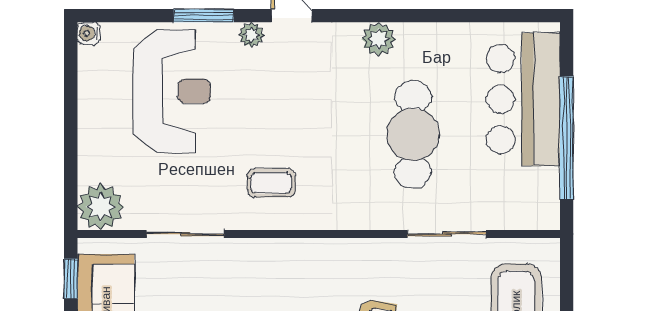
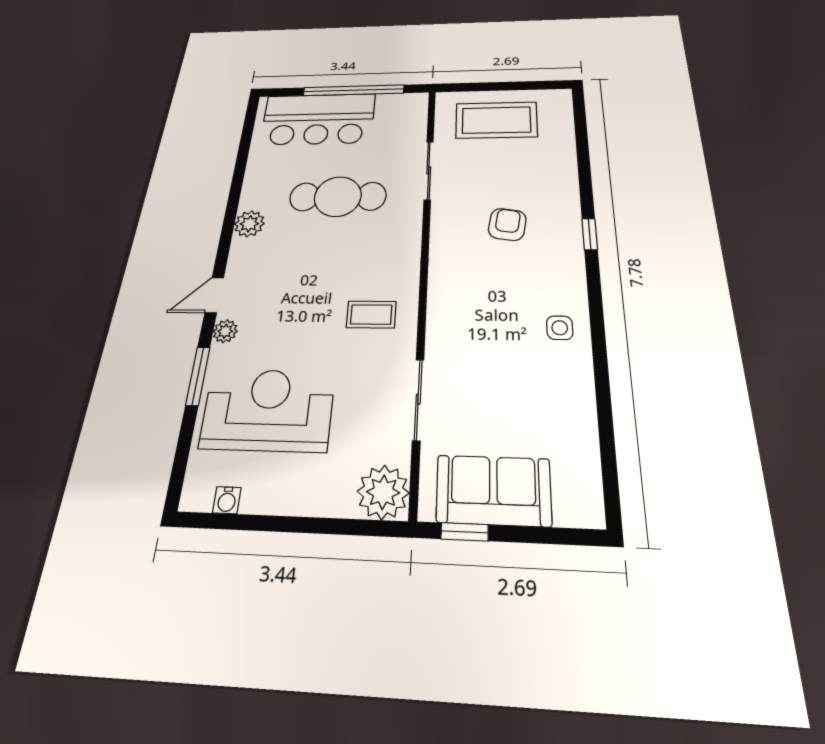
water cooler: (89, 33) -> (227, 500), moved
coffee table: (271, 183) -> (371, 314), turned 90

